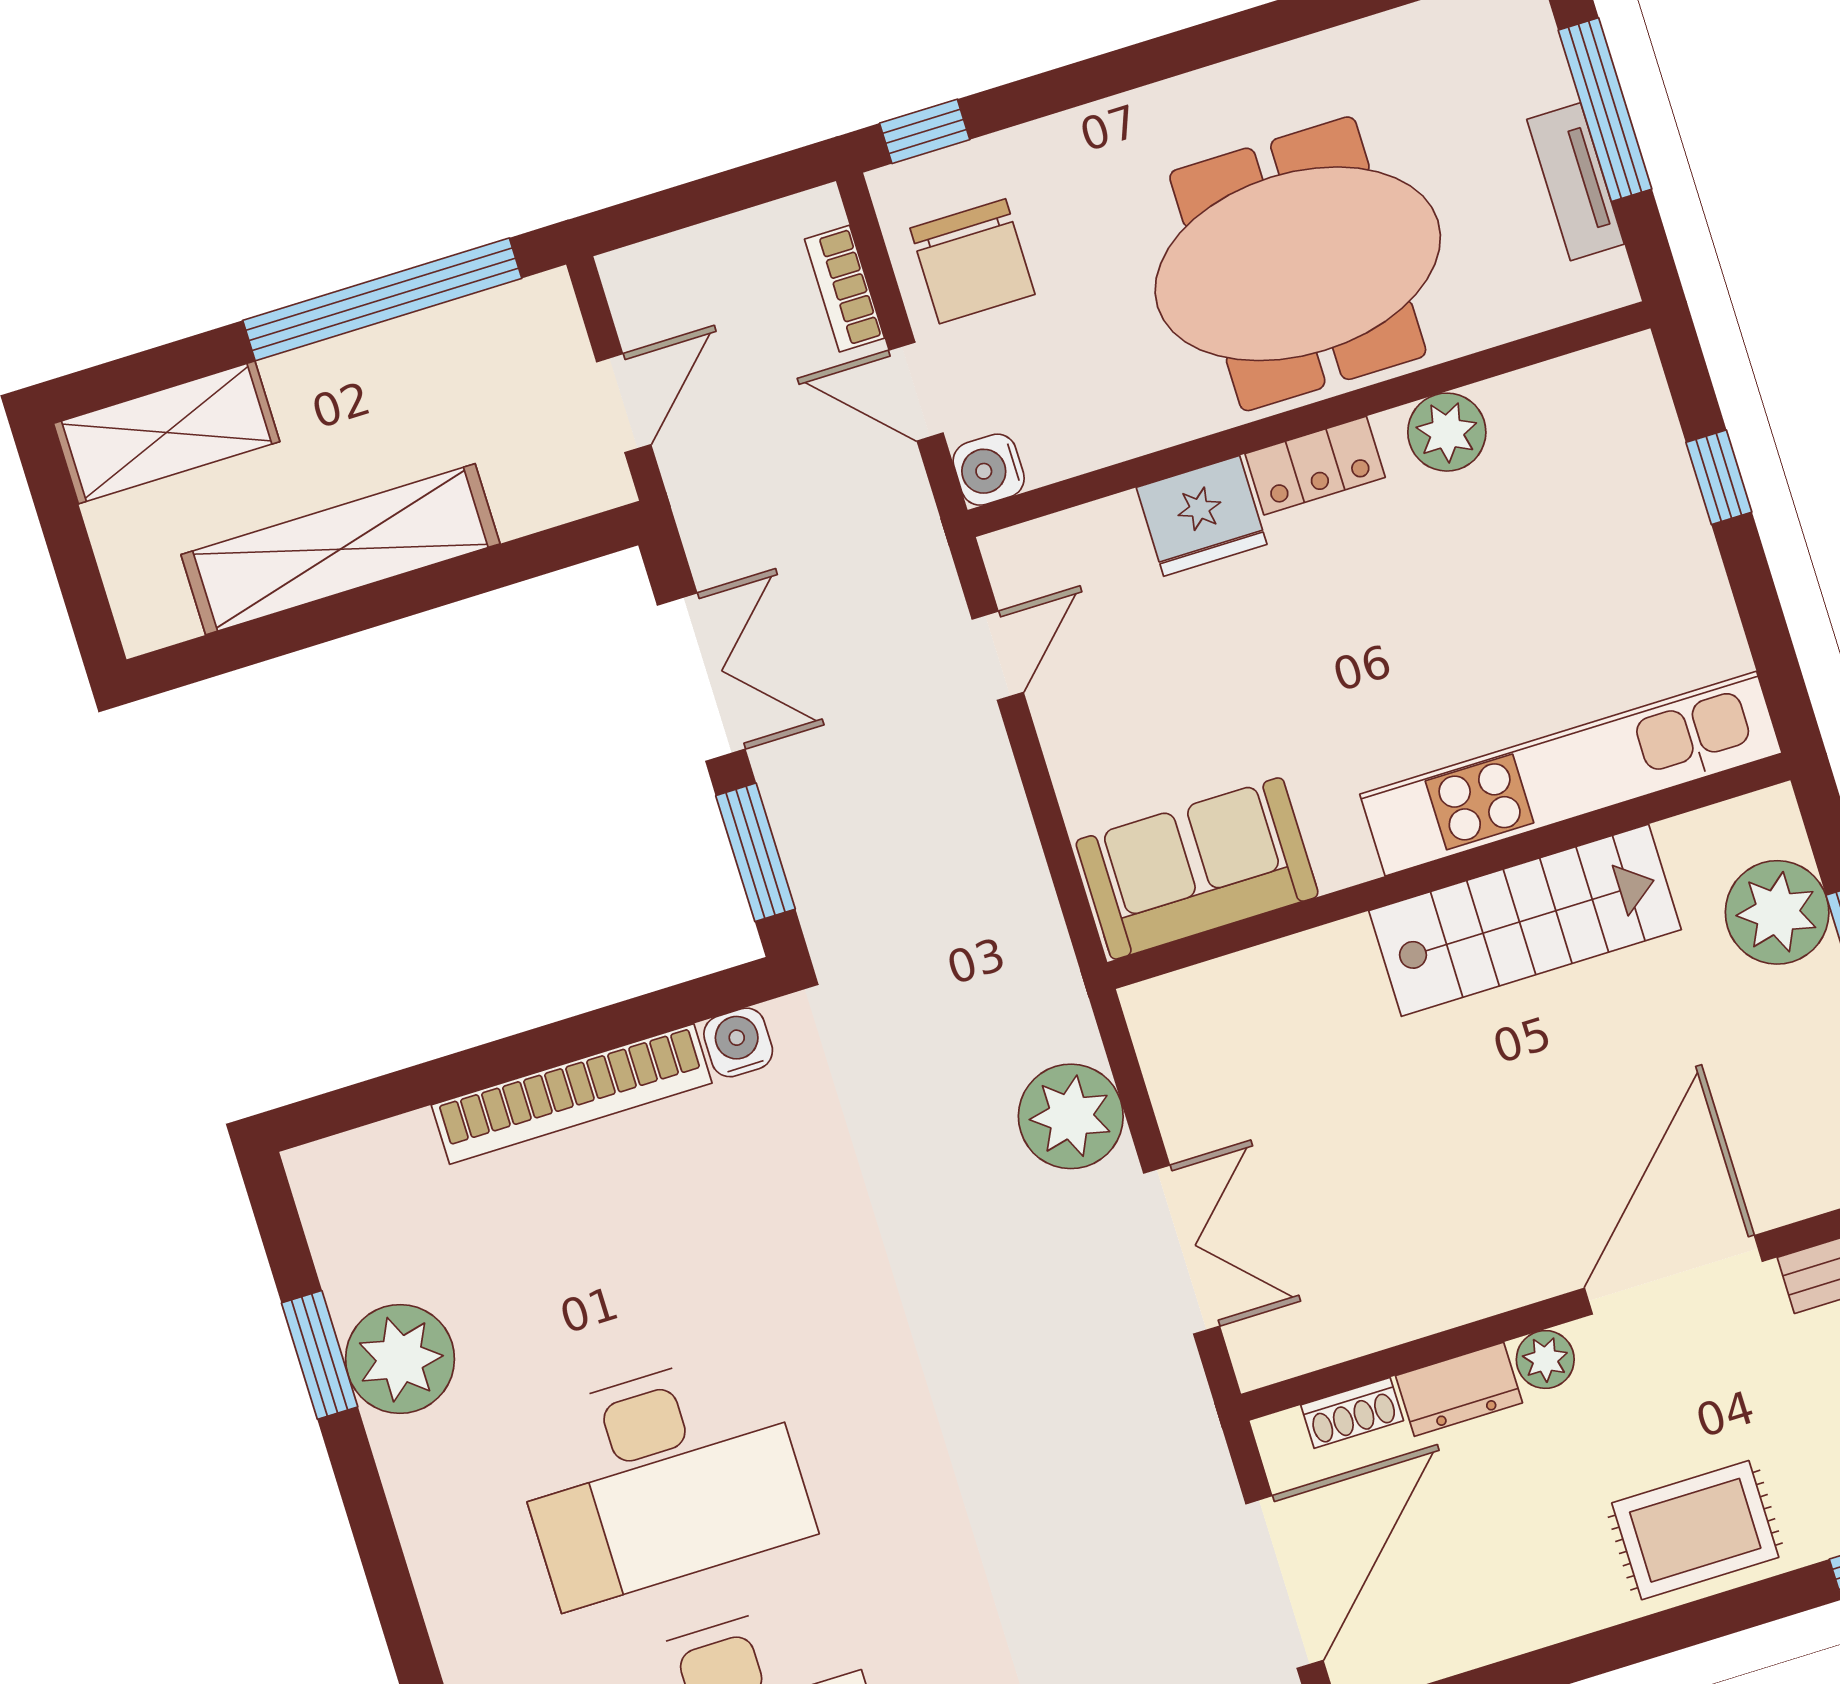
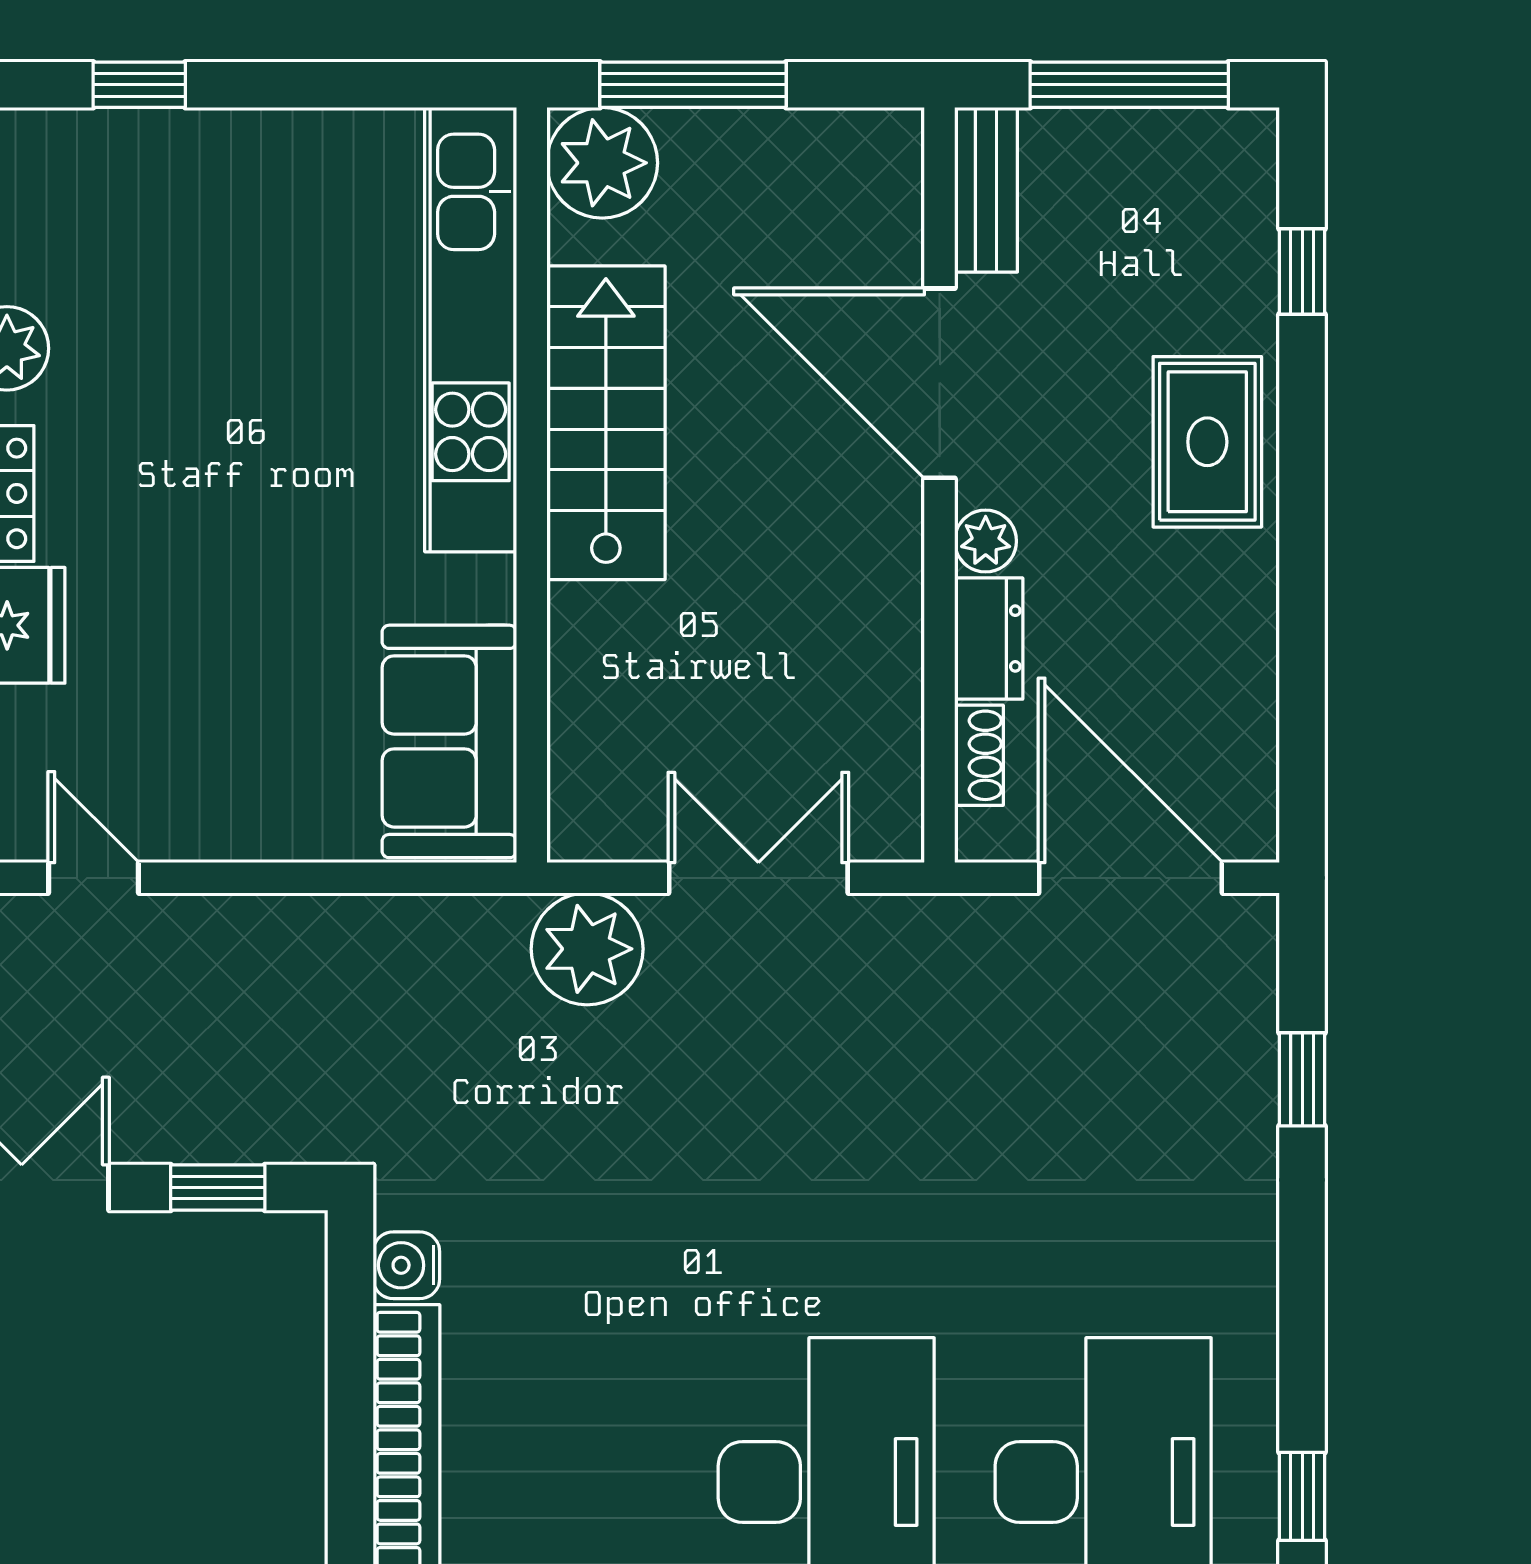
kitchen unit: (1571, 774) -> (471, 330), moved
window: (755, 852) -> (218, 1187), width x0.67
sofa: (1197, 868) -> (449, 741), moved
wall: (1449, 871) -> (532, 485), moved
stairs: (1525, 920) -> (606, 423), moved

